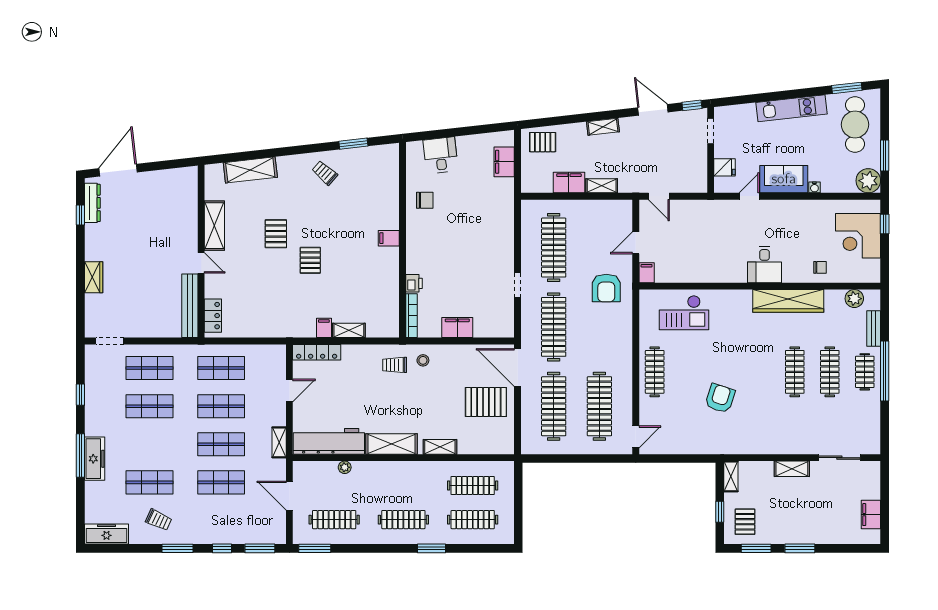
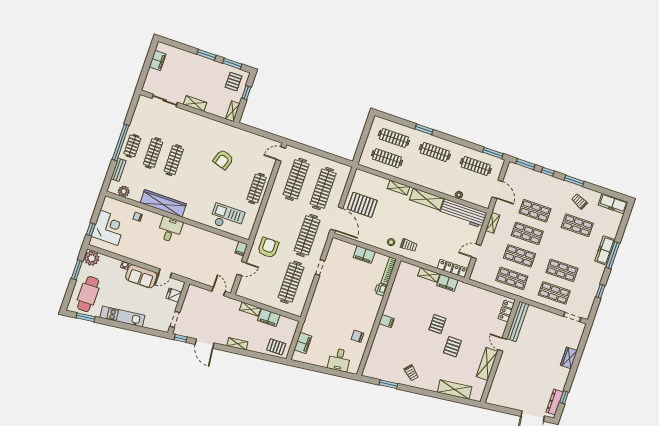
filing cabinet: (324, 328) -> (447, 283), width x2.00

